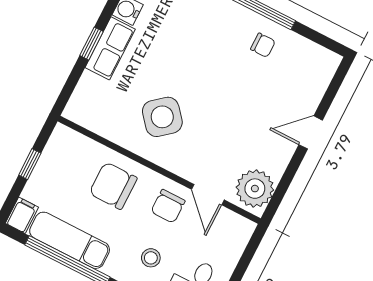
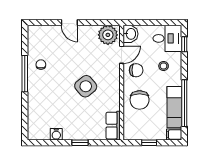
row of seats: (110, 48) -> (113, 126), moved, turned -90
side table: (162, 117) -> (86, 86), moved
washbasin: (236, 229) -> (131, 34), added

